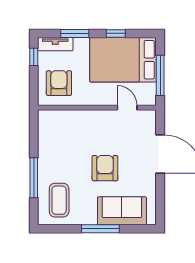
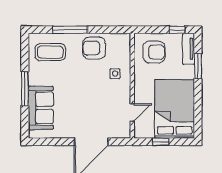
window: (116, 33) -> (198, 102), removed
window: (160, 75) -> (161, 142), width x0.46
side table: (83, 127) -> (115, 74), added
armchair: (105, 168) -> (94, 48), moved, turned 180

